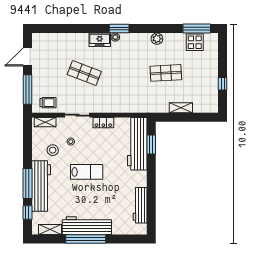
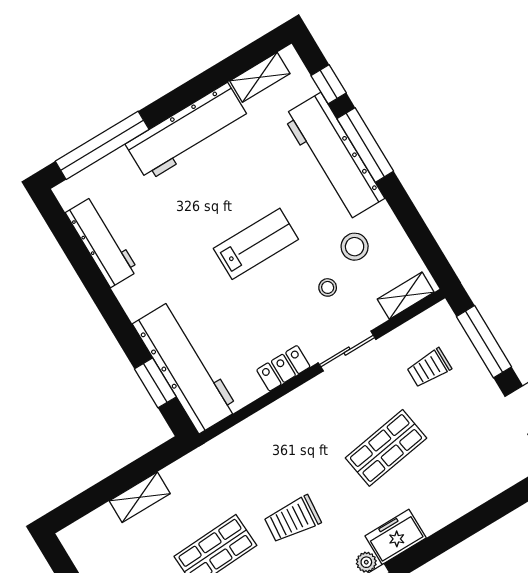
trolley: (132, 68) -> (292, 519), added
shop shelf: (84, 73) -> (386, 448), turned -30
trolley: (48, 103) -> (429, 368), moved
lab bench: (87, 172) -> (256, 244), turned 180
window: (86, 239) -> (102, 145), moved

